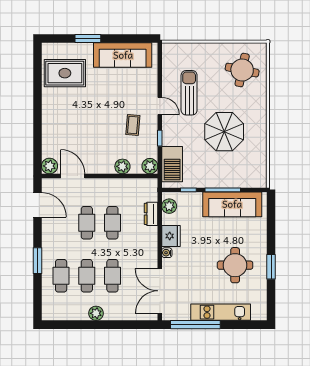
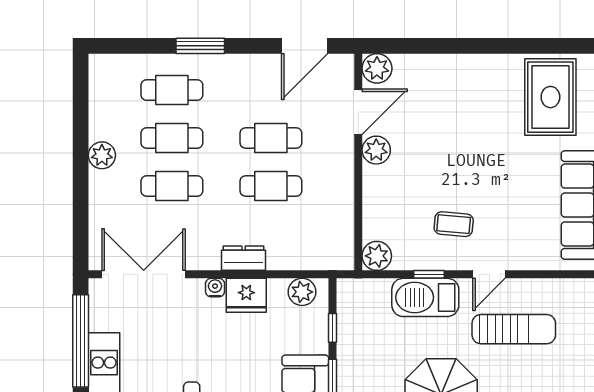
barbecue: (172, 164) -> (425, 297), moved
plant: (122, 166) -> (376, 150), moved
dresser: (151, 214) -> (244, 258), moved

